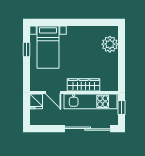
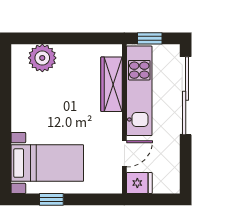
wardrobe: (84, 85) -> (111, 84), moved

